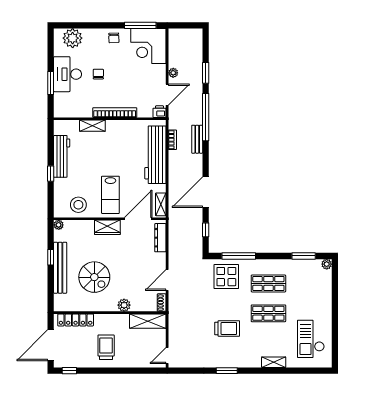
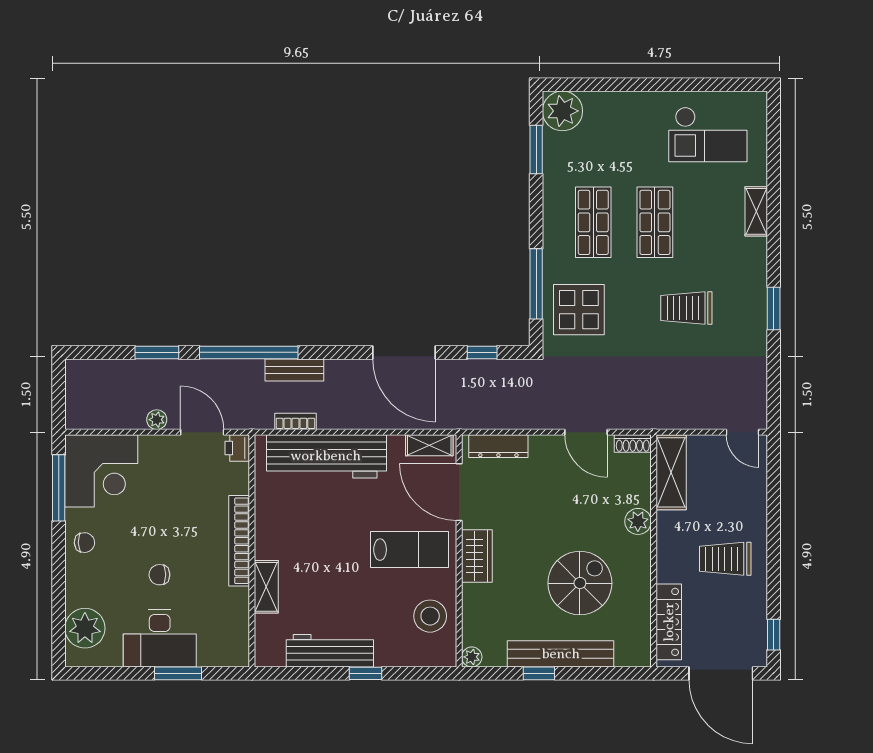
plant: (327, 264) -> (562, 111), width x1.88, depth x1.88
trolley: (227, 329) -> (686, 308), turned -90

